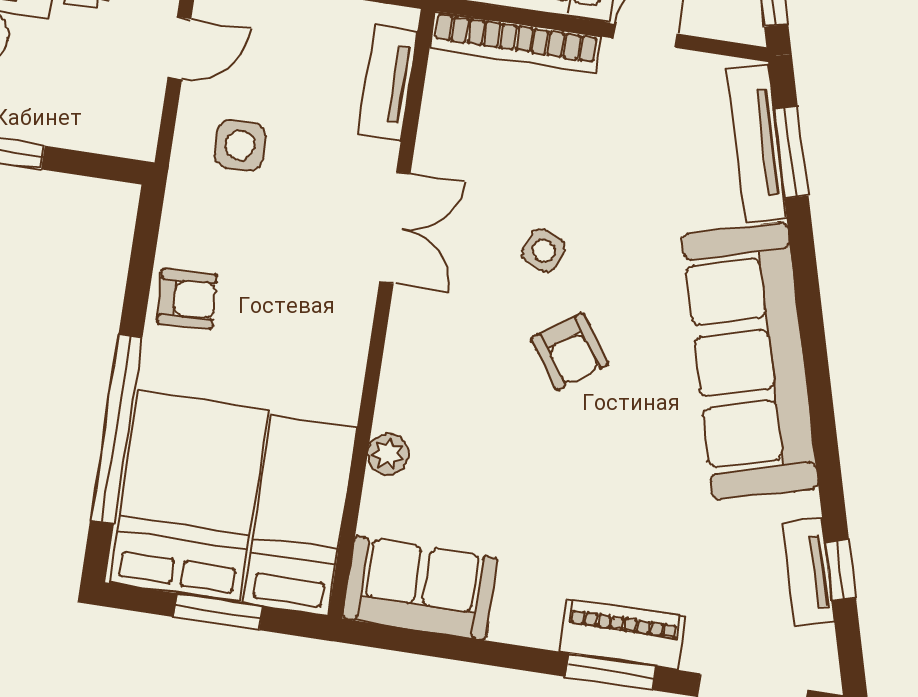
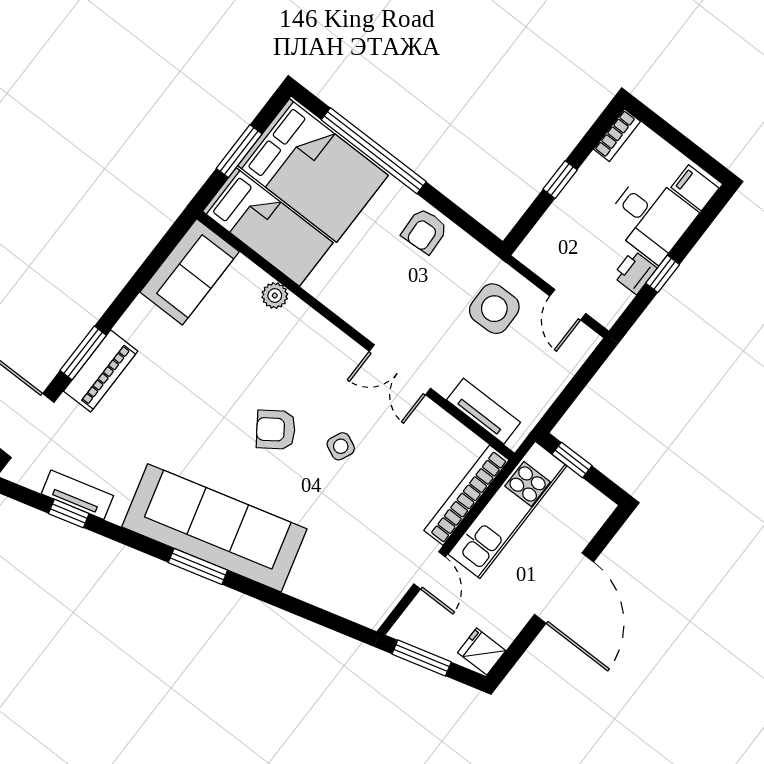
tv unit: (757, 143) -> (335, 599), removed
side table: (240, 145) -> (494, 309), width x1.37, depth x1.37
window: (791, 152) -> (198, 566), moved

